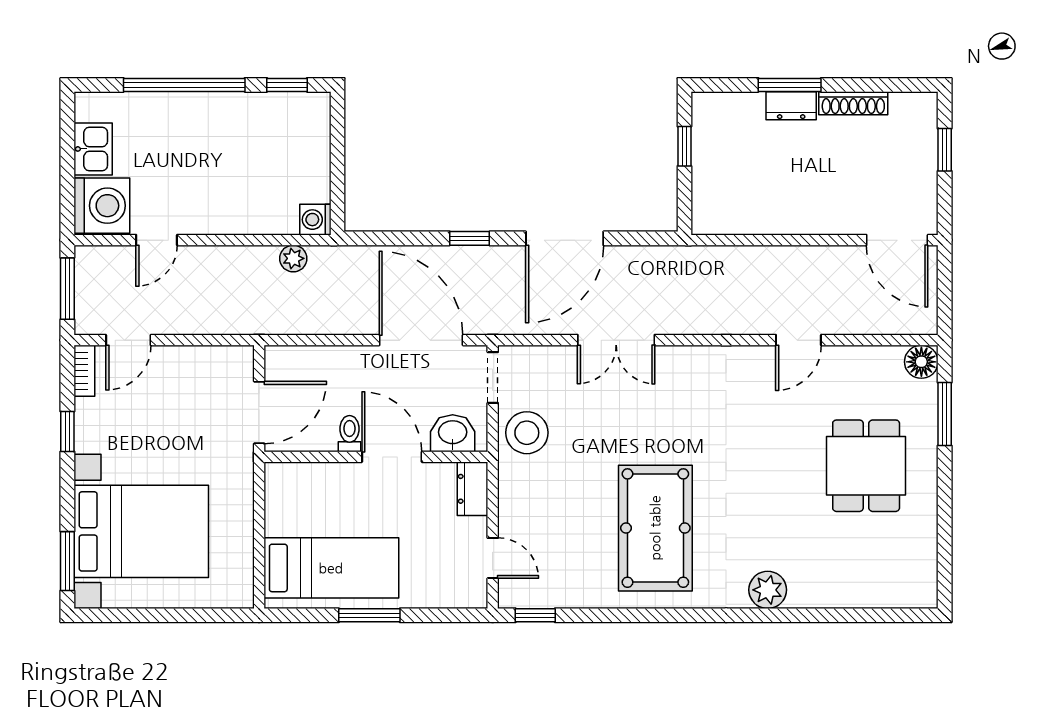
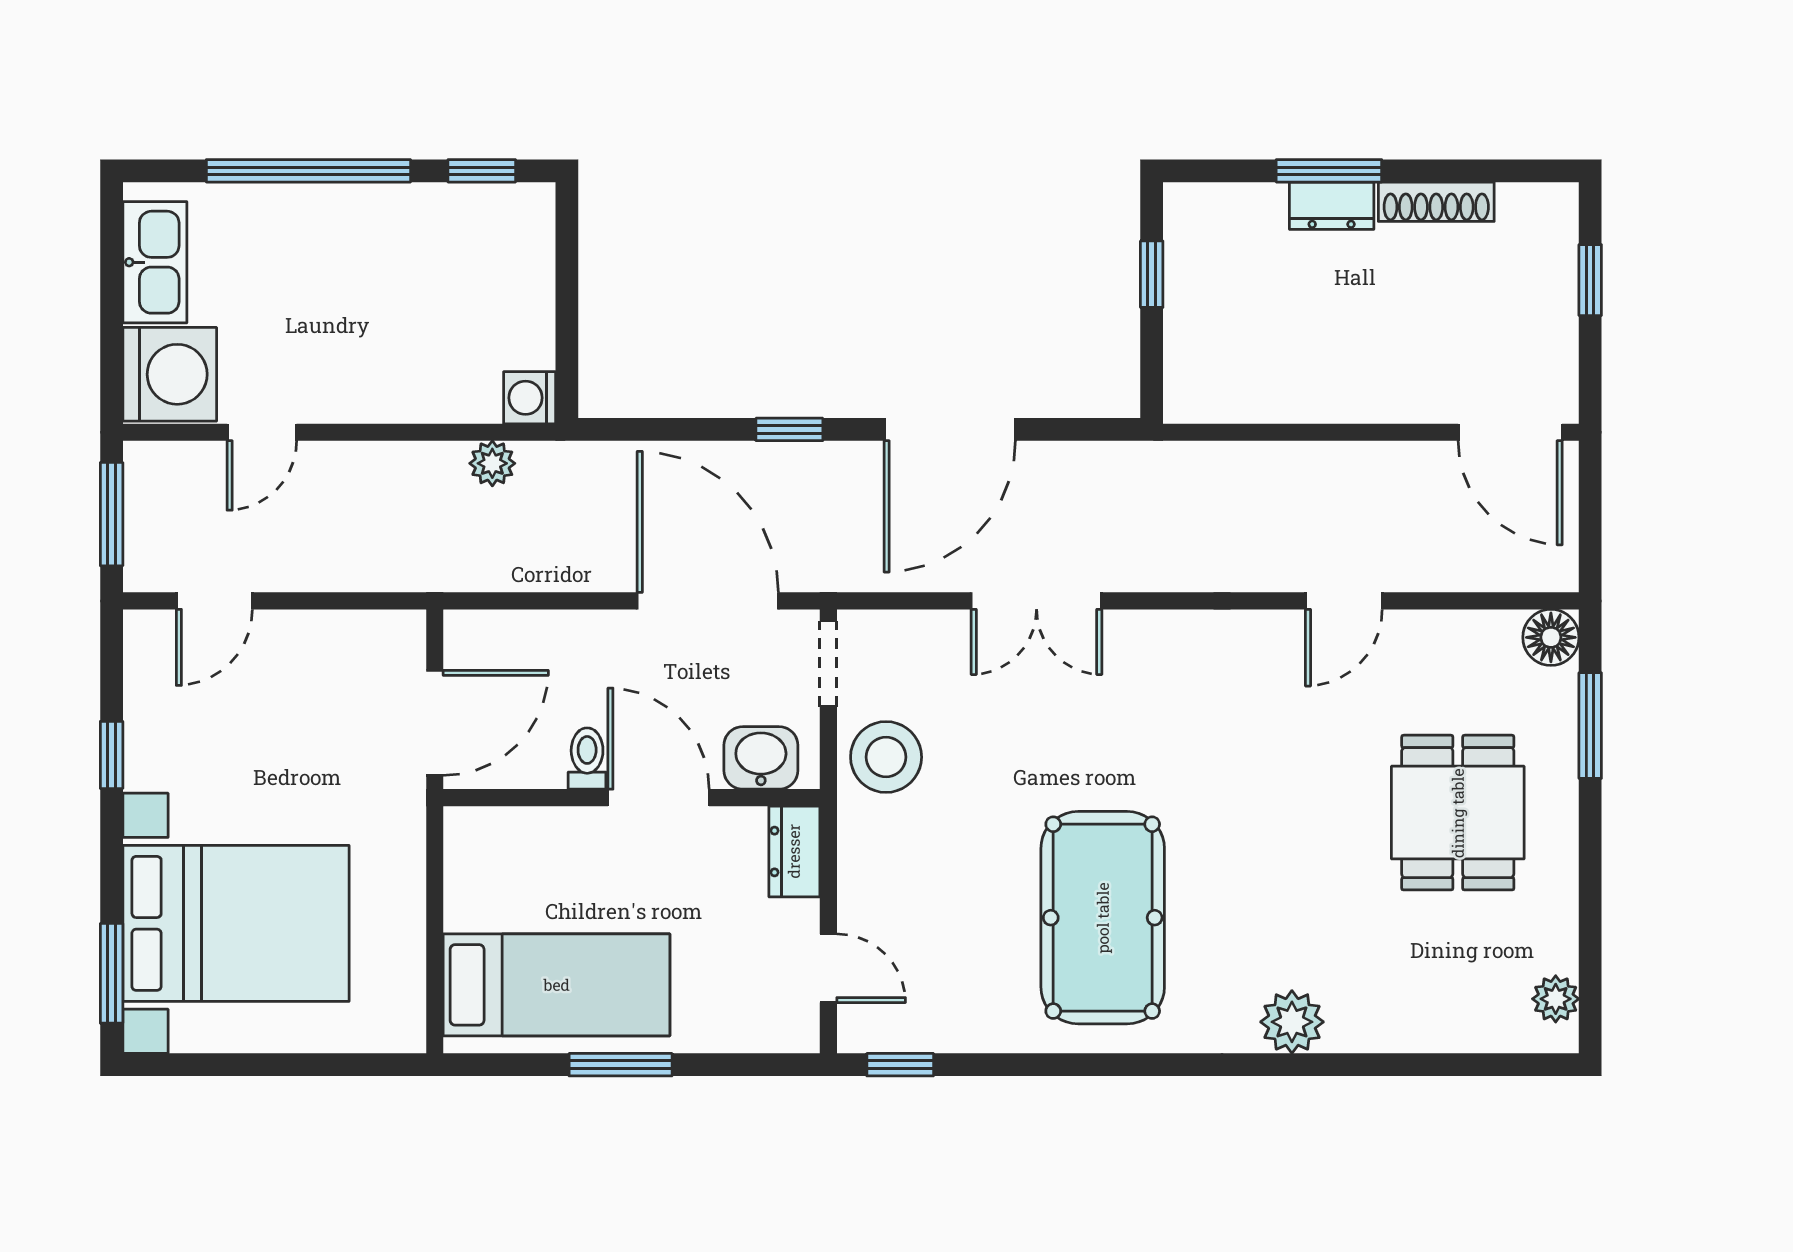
kitchen sink: (93, 149) -> (155, 262), width x1.38
bookcase: (84, 371) -> (140, 653), removed
plant: (924, 576) -> (1556, 999), added

